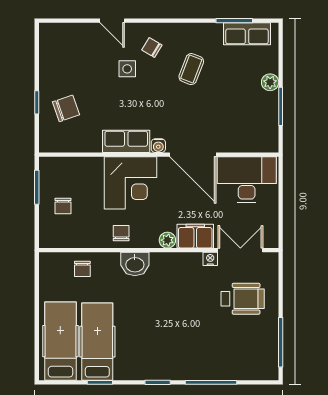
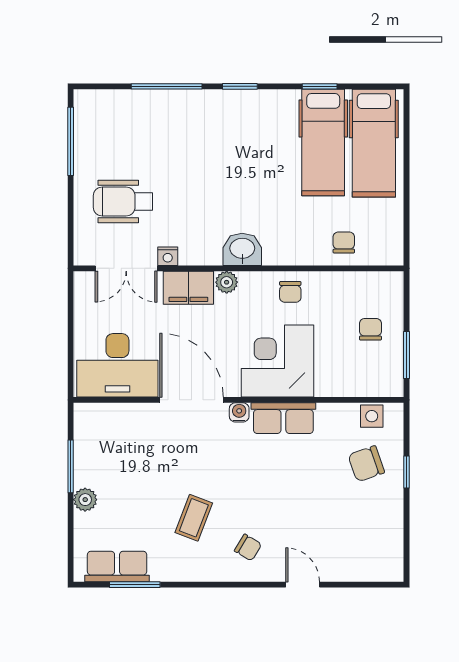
side table: (127, 69) -> (372, 416), moved
washbasin: (135, 264) -> (242, 249), moved

